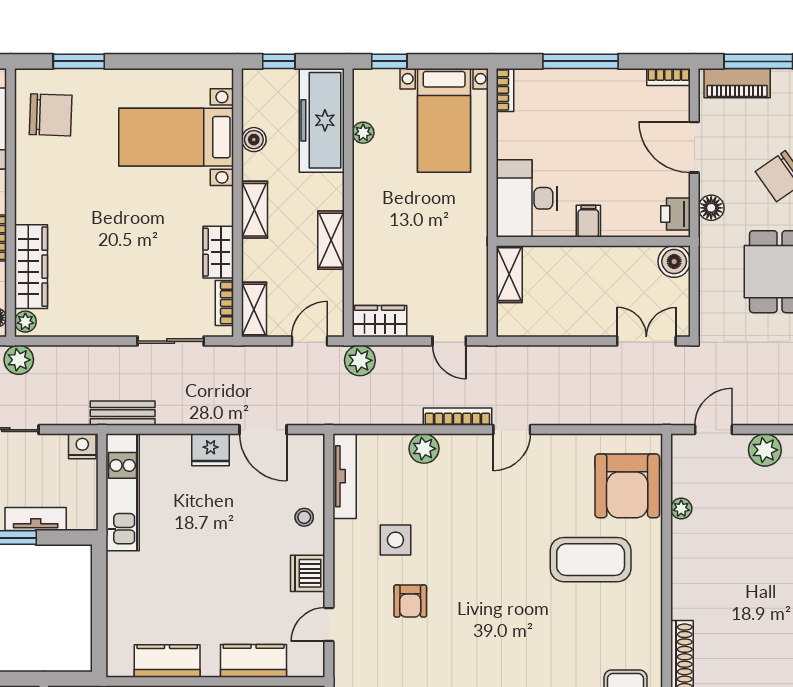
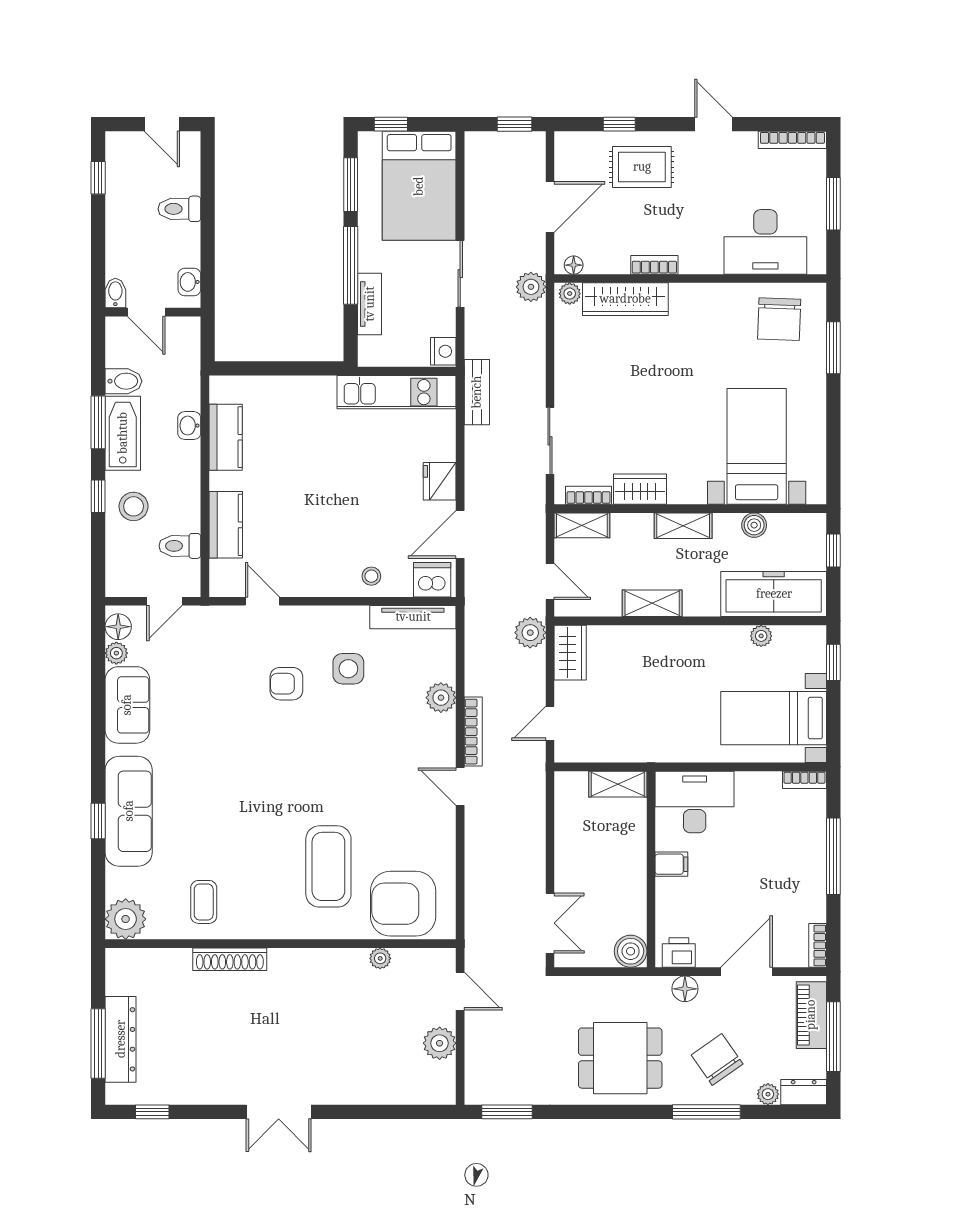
dishwasher: (308, 573) -> (432, 580), moved

